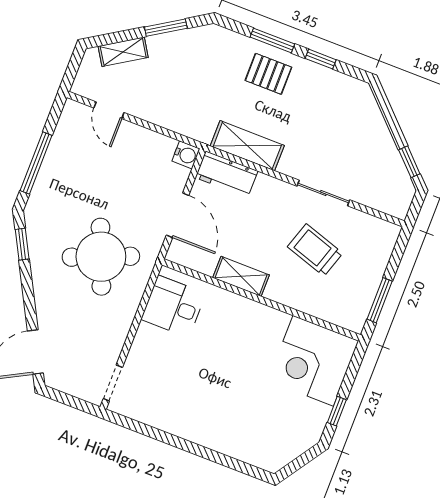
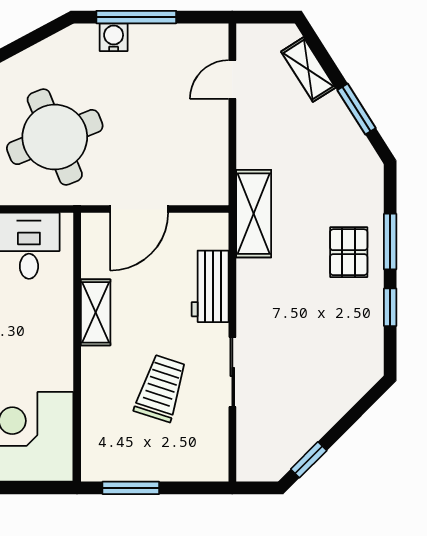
shelving: (247, 146) -> (254, 214), moved
water cooler: (186, 155) -> (114, 37), moved, turned 180
workbench: (227, 174) -> (210, 286), moved
window: (22, 244) -> (34, 38), removed

